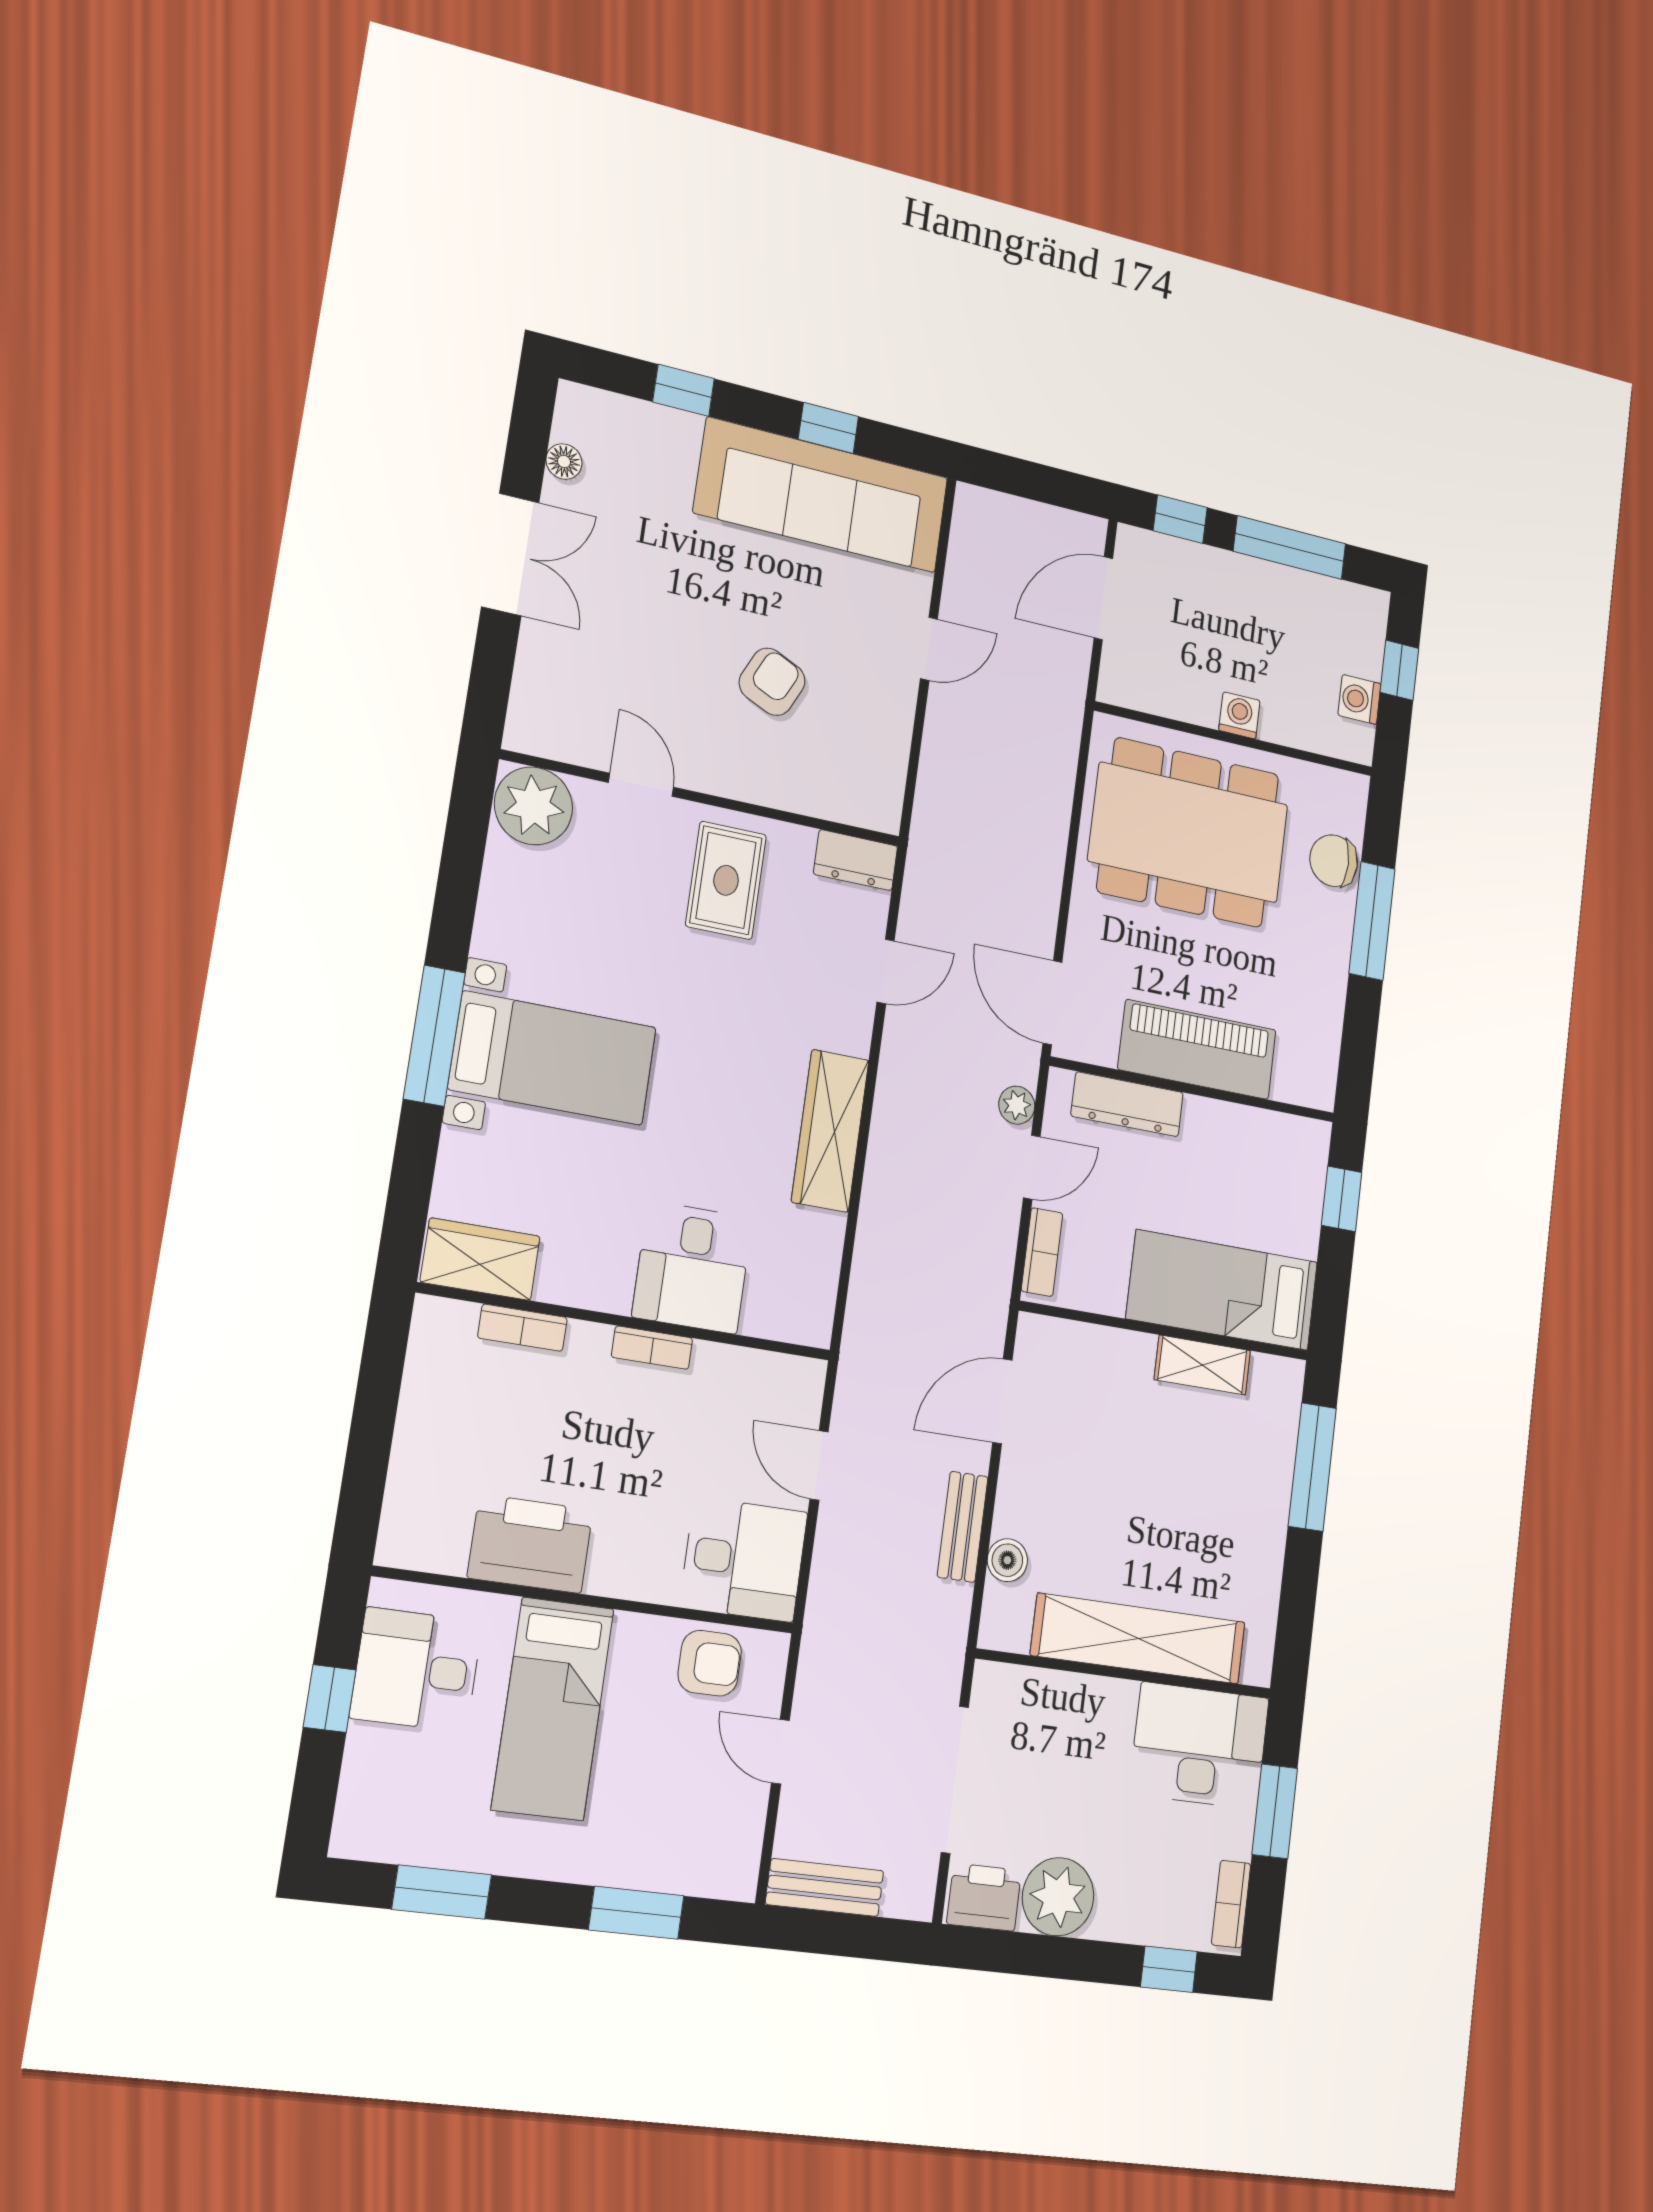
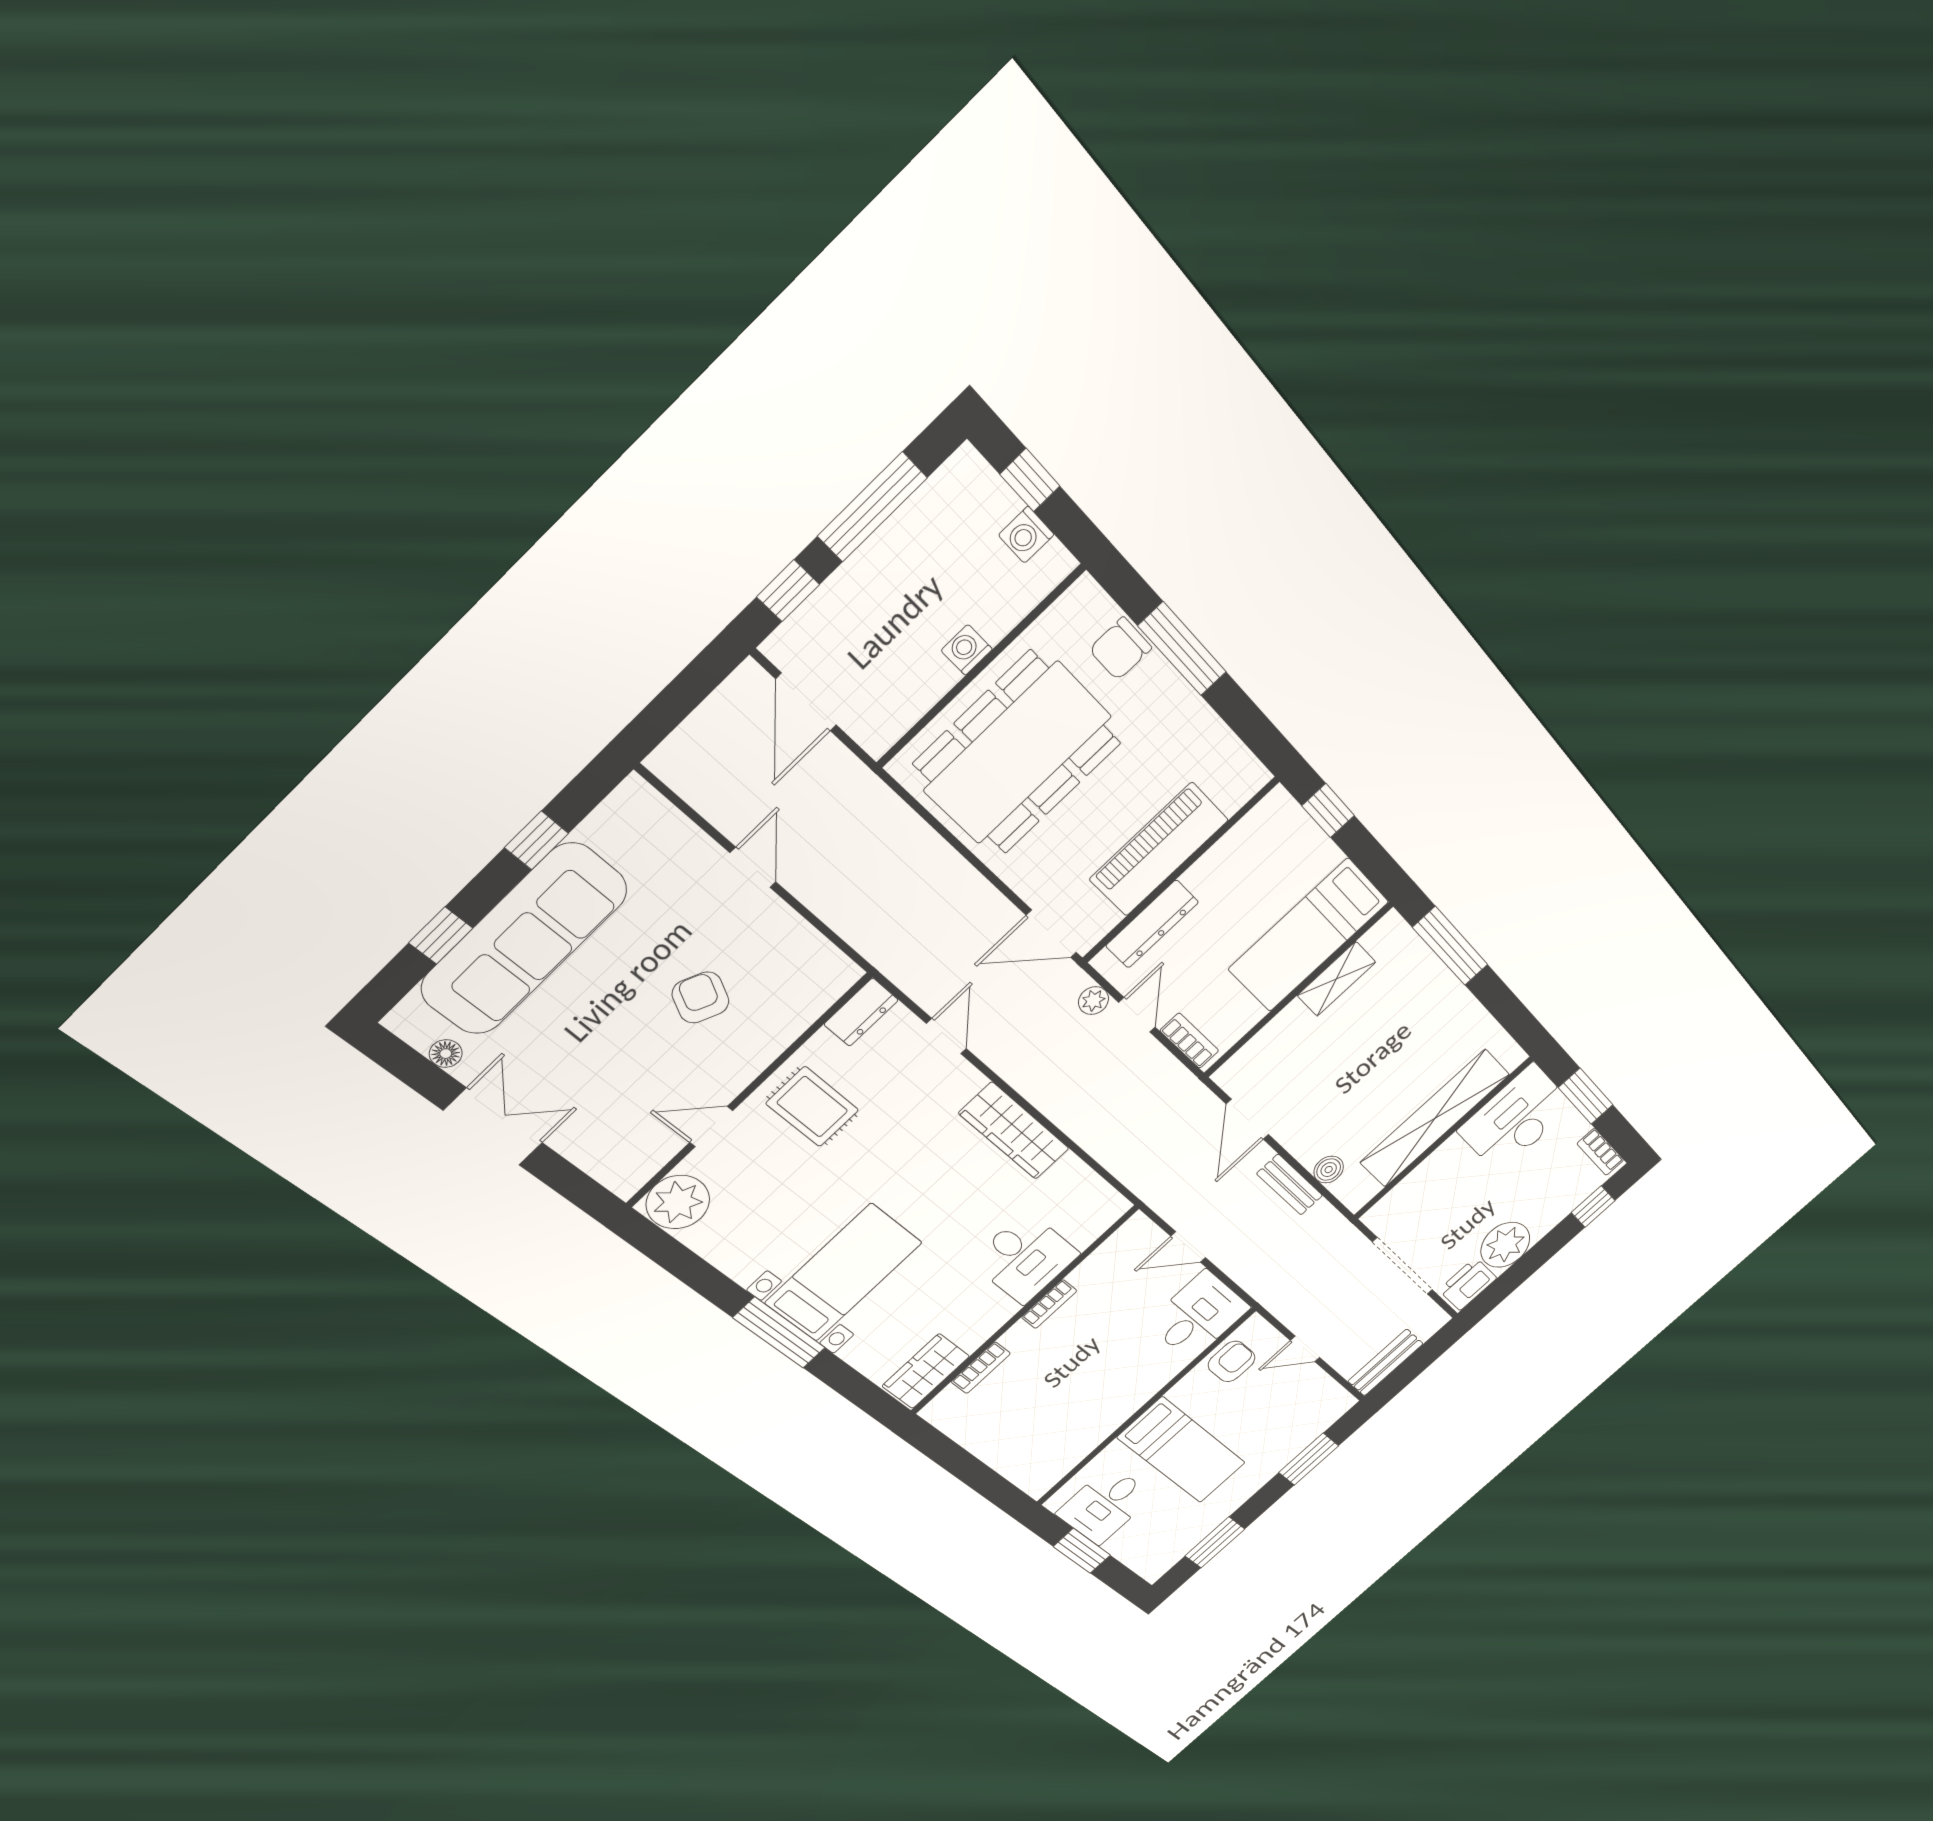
sofa: (822, 495) -> (524, 939), moved
printer: (530, 1544) -> (1094, 1420), removed
window: (330, 1698) -> (1082, 1551), width x1.50

